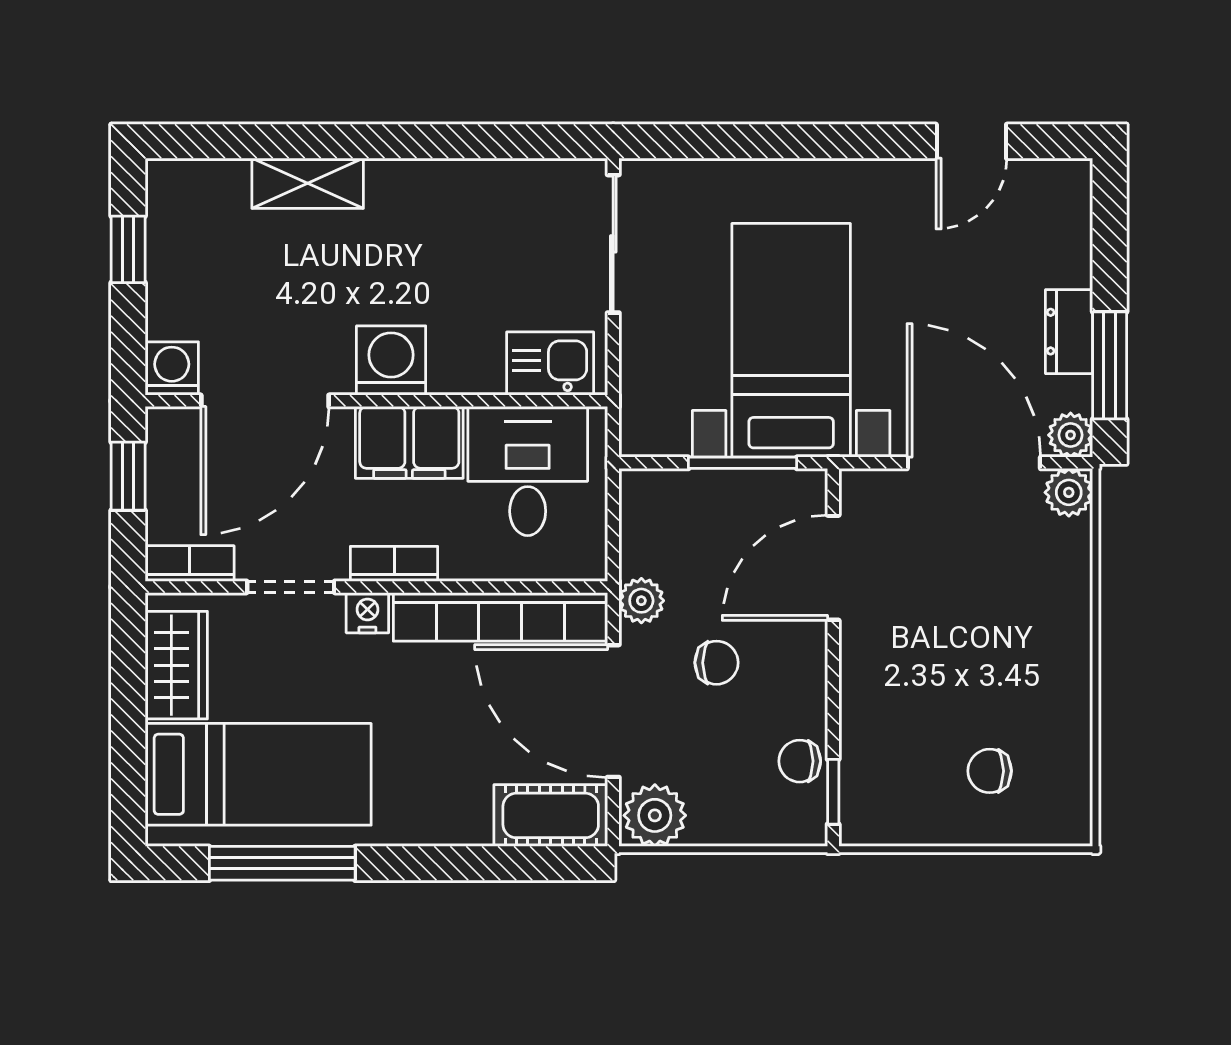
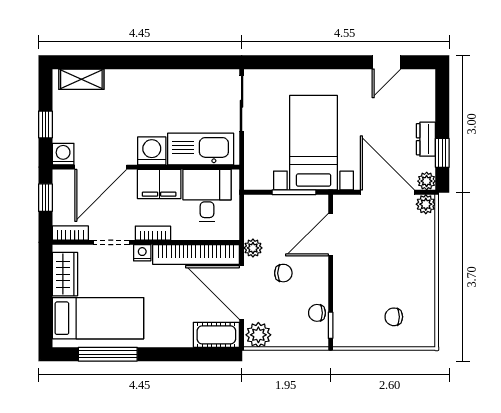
shelving: (308, 183) -> (81, 79), moved
window: (128, 249) -> (45, 124), moved
kitchen sink: (550, 364) -> (201, 149), width x1.88, depth x1.24
window: (1110, 365) -> (442, 153), width x0.67

